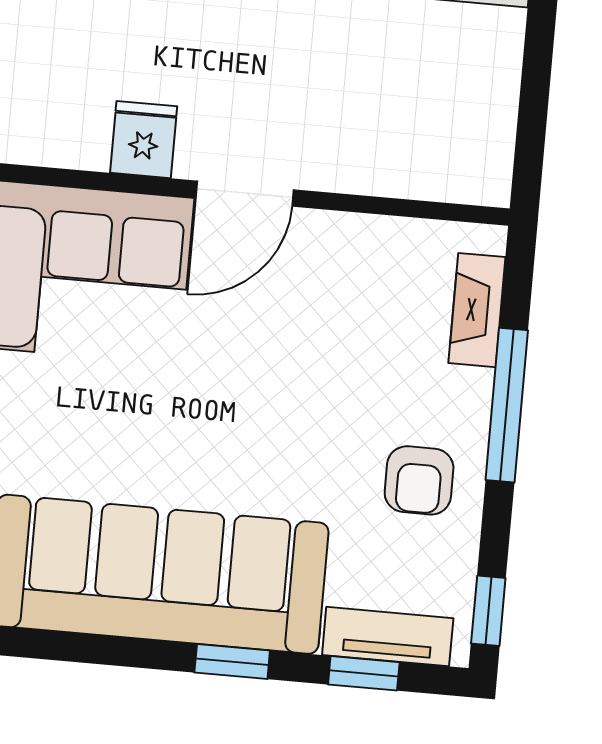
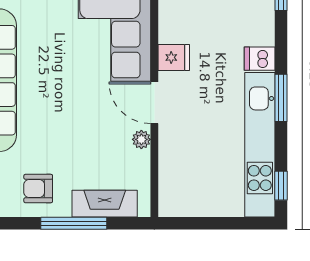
plant: (327, 231) -> (141, 139), added
fireplace: (477, 310) -> (105, 204), width x1.37, depth x1.32

